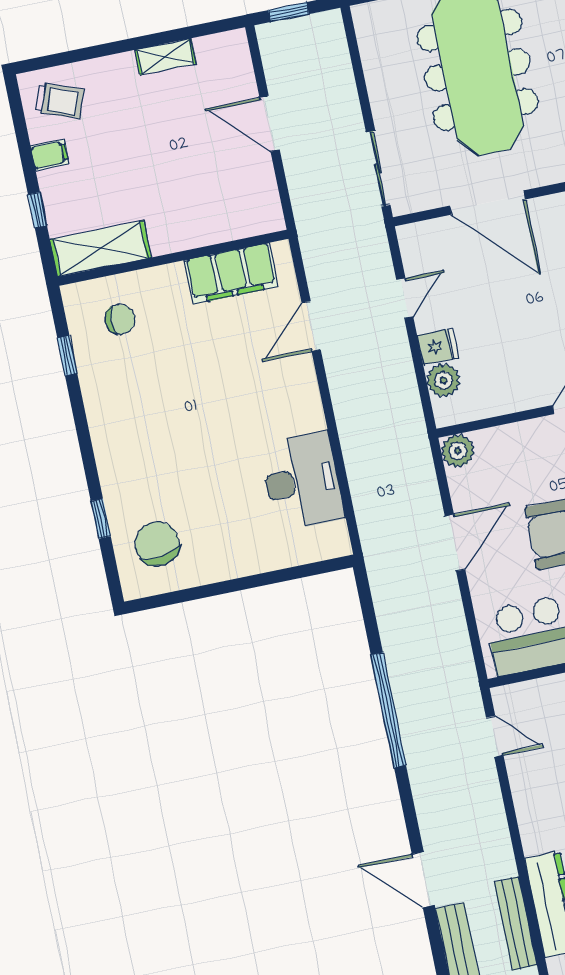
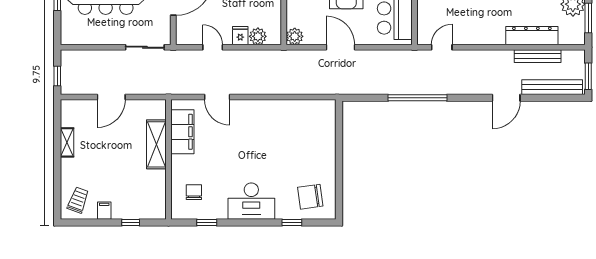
shelving: (100, 249) -> (156, 144), moved
desk: (302, 481) -> (251, 201), moved, turned 180

